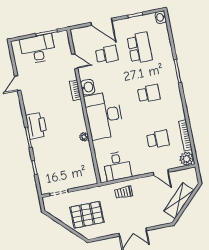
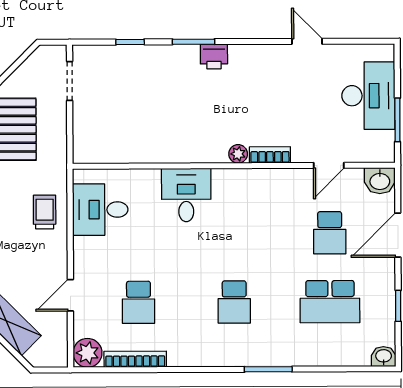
washbasin: (88, 87) -> (380, 181), moved
desk: (104, 115) -> (186, 195), width x0.53, depth x0.77
printer: (36, 126) -> (214, 57), width x0.53, depth x0.68
plant: (84, 137) -> (238, 154), moved

